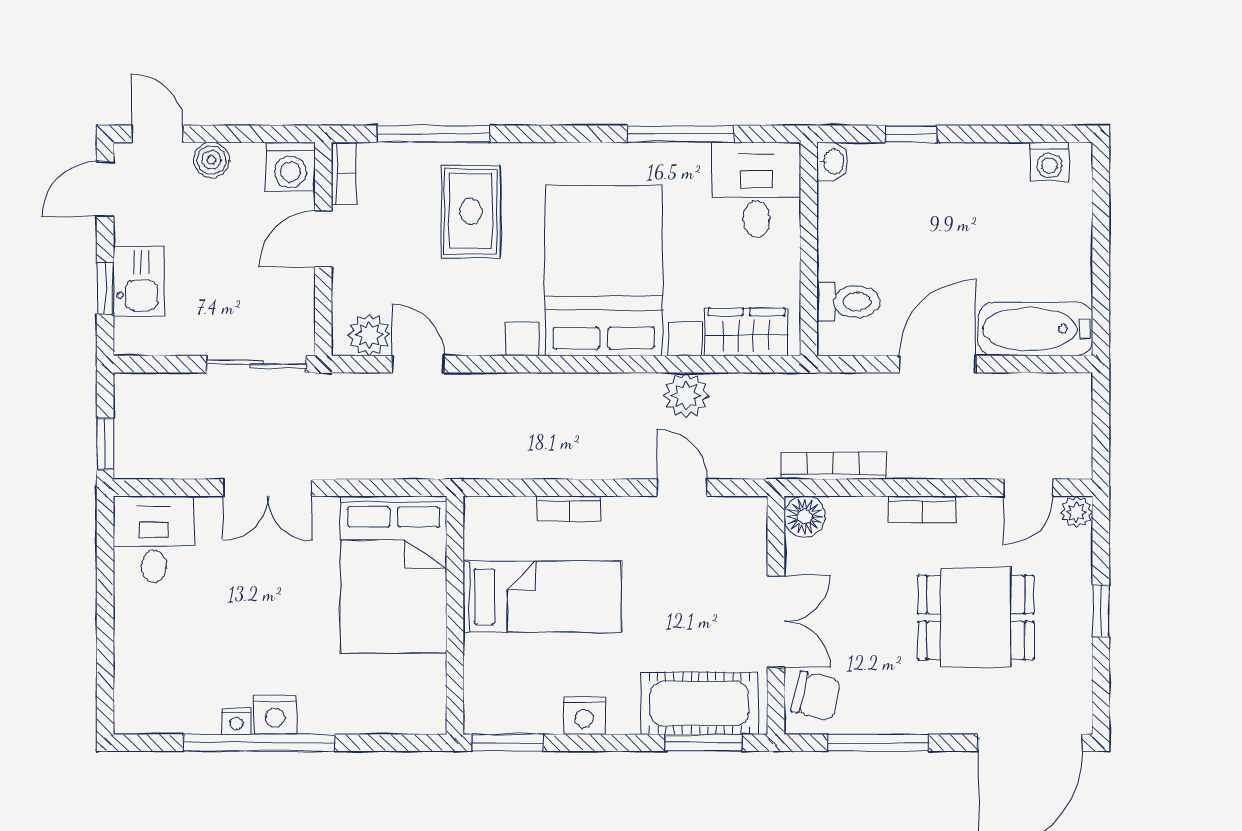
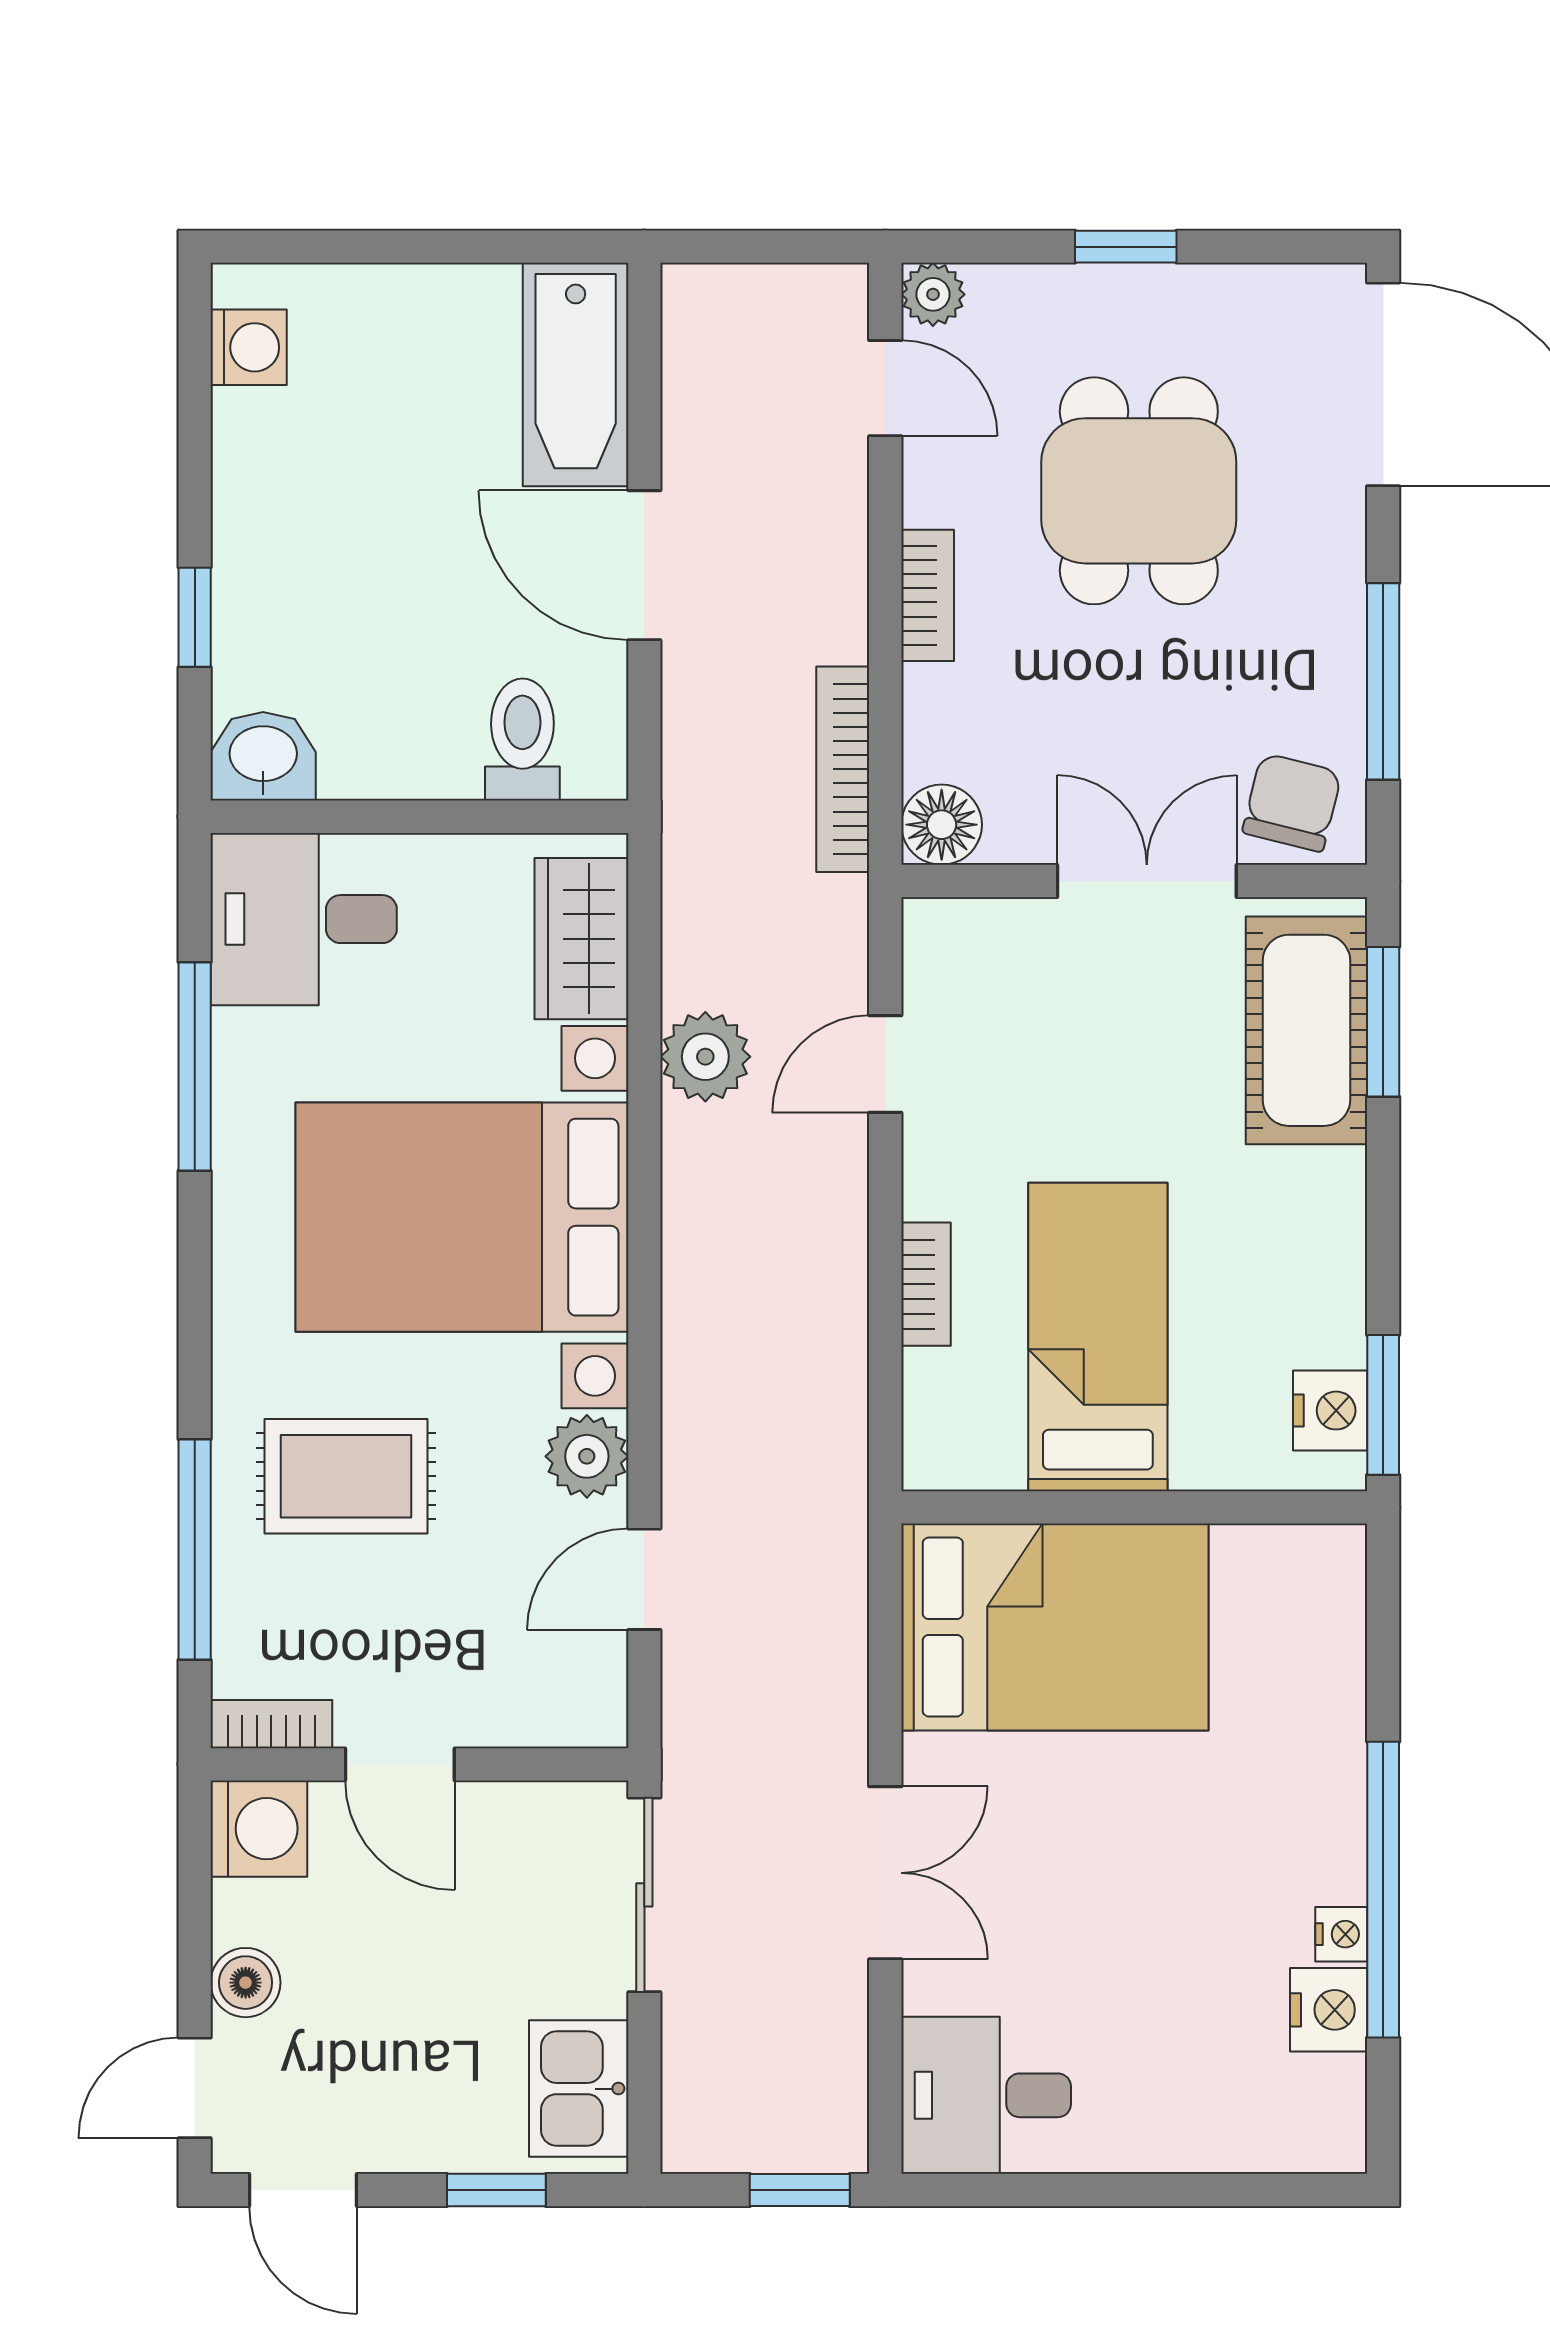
washbasin: (833, 161) -> (263, 756), width x1.38, depth x1.45
kitchen sink: (139, 281) -> (579, 2089), moved, turned -90
plant: (369, 335) -> (587, 1456), moved
nightstand: (275, 715) -> (1329, 2010), moved
nightstand: (584, 716) -> (1330, 1411), moved

